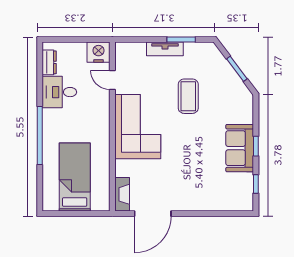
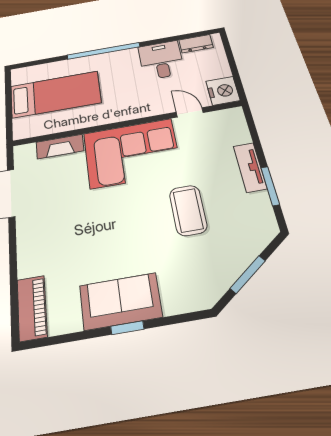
door: (112, 80) -> (190, 112), hinge flipped
coffee table: (188, 96) -> (188, 210), turned 90
window: (256, 184) -> (64, 339), removed
fireplace: (122, 194) -> (60, 146), moved
piano: (234, 203) -> (32, 308), added

